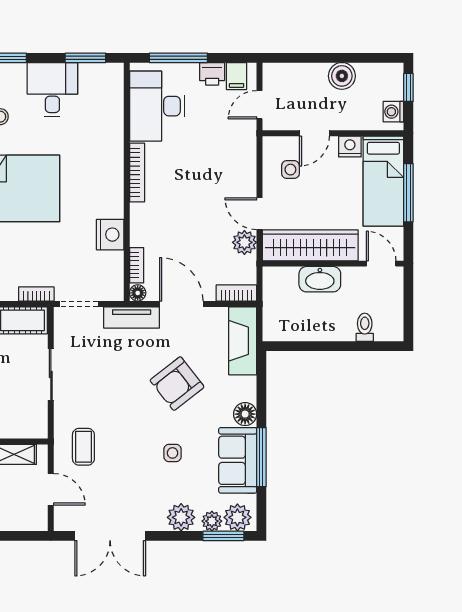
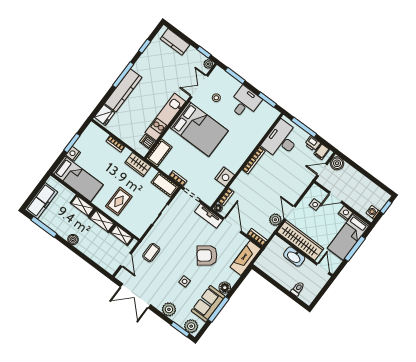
boiler: (342, 76) -> (337, 163), moved
plant: (212, 521) -> (180, 320), removed

